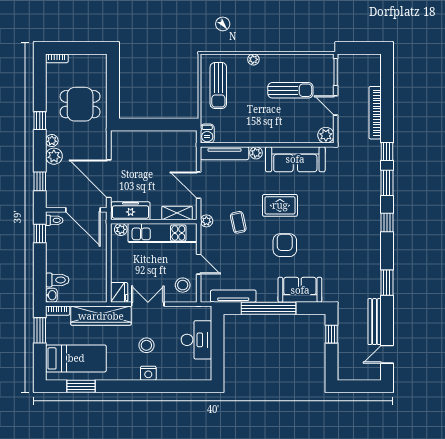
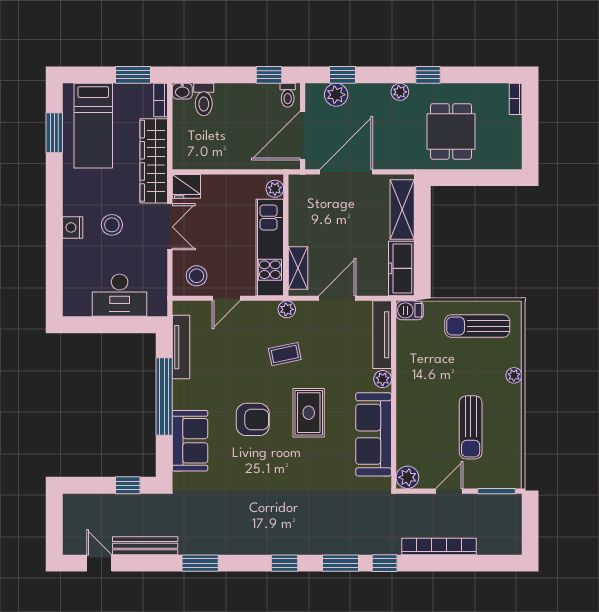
shelving: (136, 139) -> (402, 210), added
plant: (54, 156) -> (336, 95), moved
freezer: (131, 211) -> (401, 268), moved, turned 180

